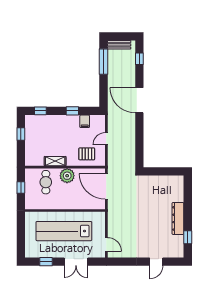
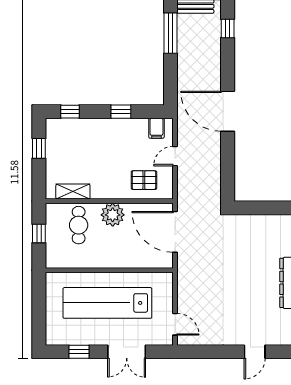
door: (139, 100) -> (228, 111), moved
filing cabinet: (85, 121) -> (156, 128), moved
shelving: (55, 161) -> (73, 192), moved

